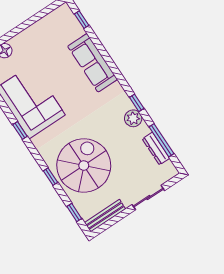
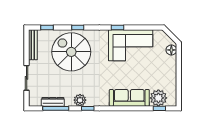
plant: (70, 29) -> (158, 98), added
spiral stairs: (84, 166) -> (71, 52), turned 180

